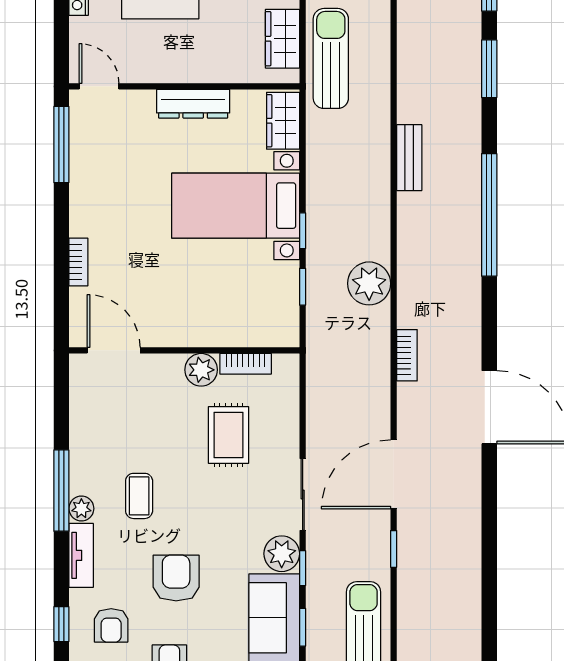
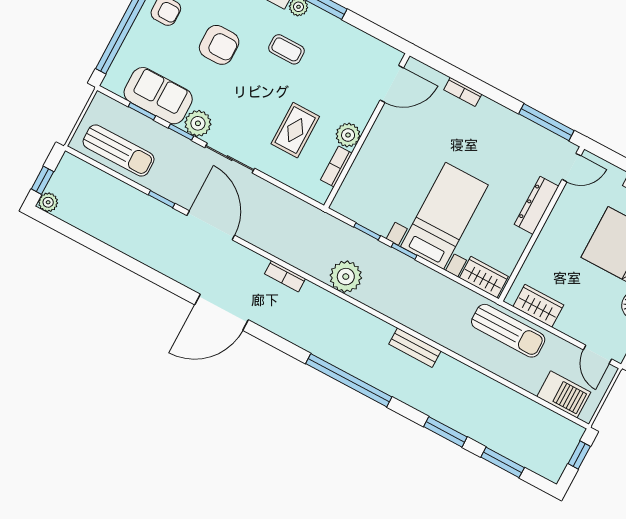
dresser: (193, 104) -> (537, 205), moved
rug: (229, 435) -> (295, 130), turned 90

